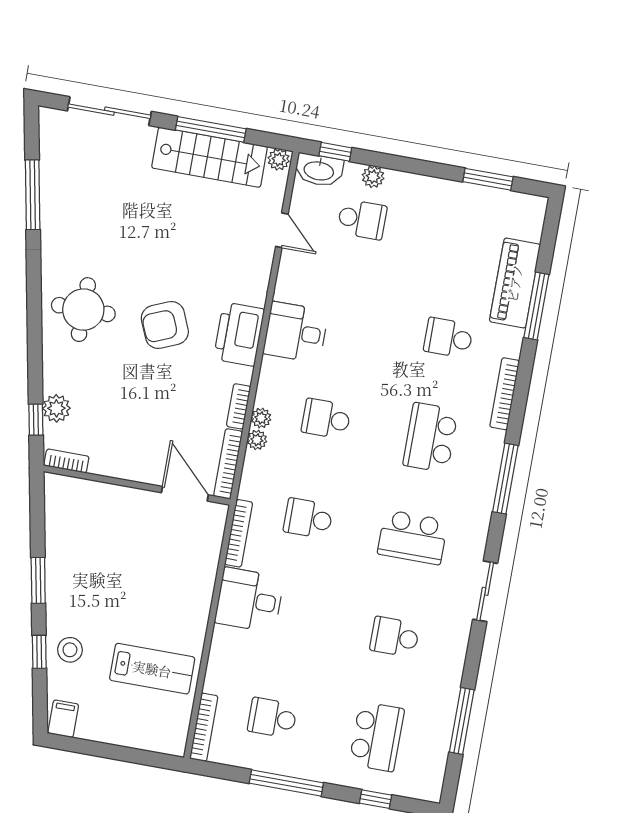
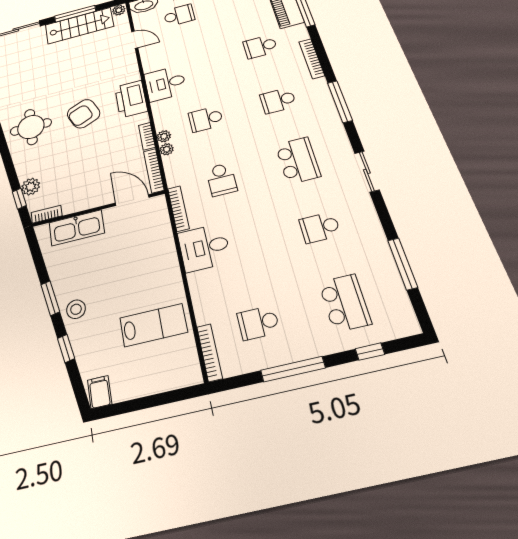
school desk: (430, 438) -> (278, 101), width x0.54
kitchen sink: (100, 500) -> (77, 228), added
school desk: (308, 518) -> (221, 180), turned -90
school desk: (413, 537) -> (298, 160), turned -90
stool: (70, 650) -> (76, 309), moved

